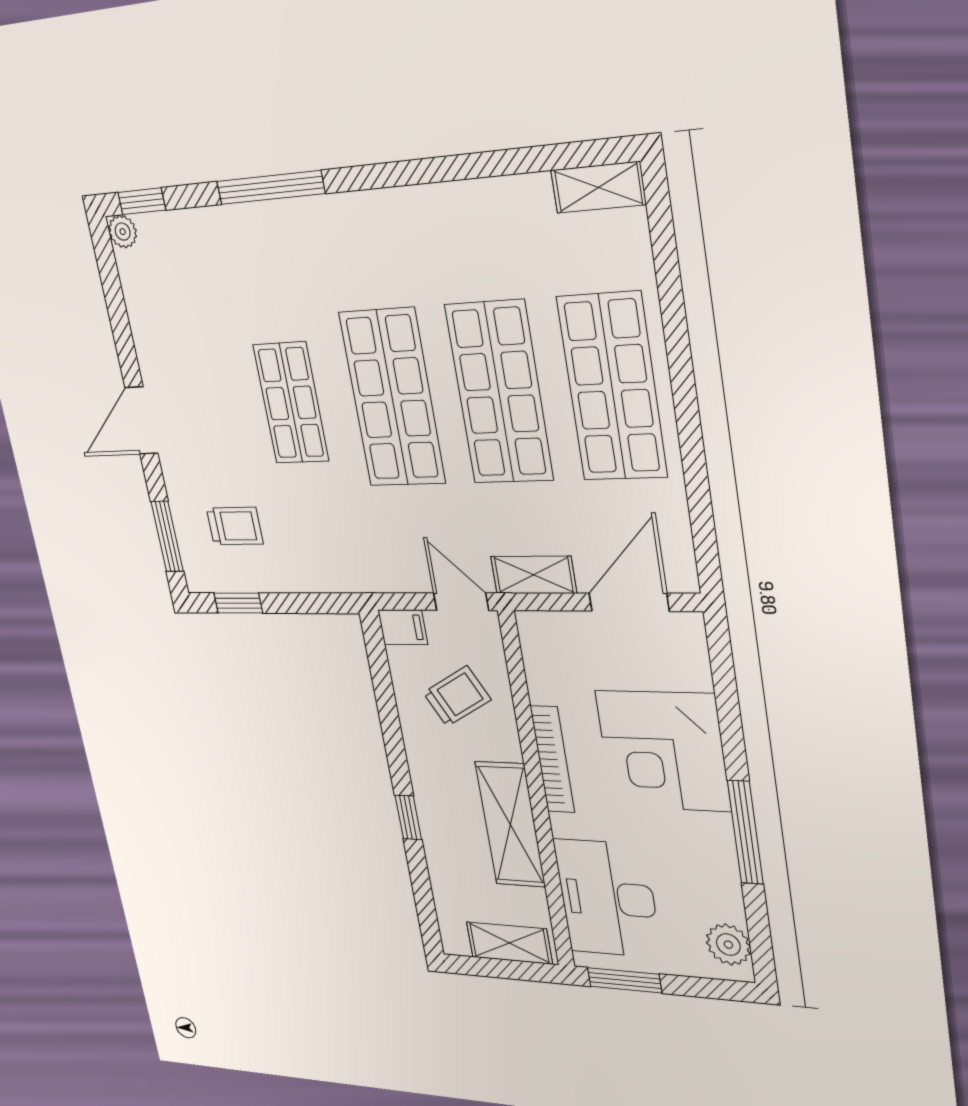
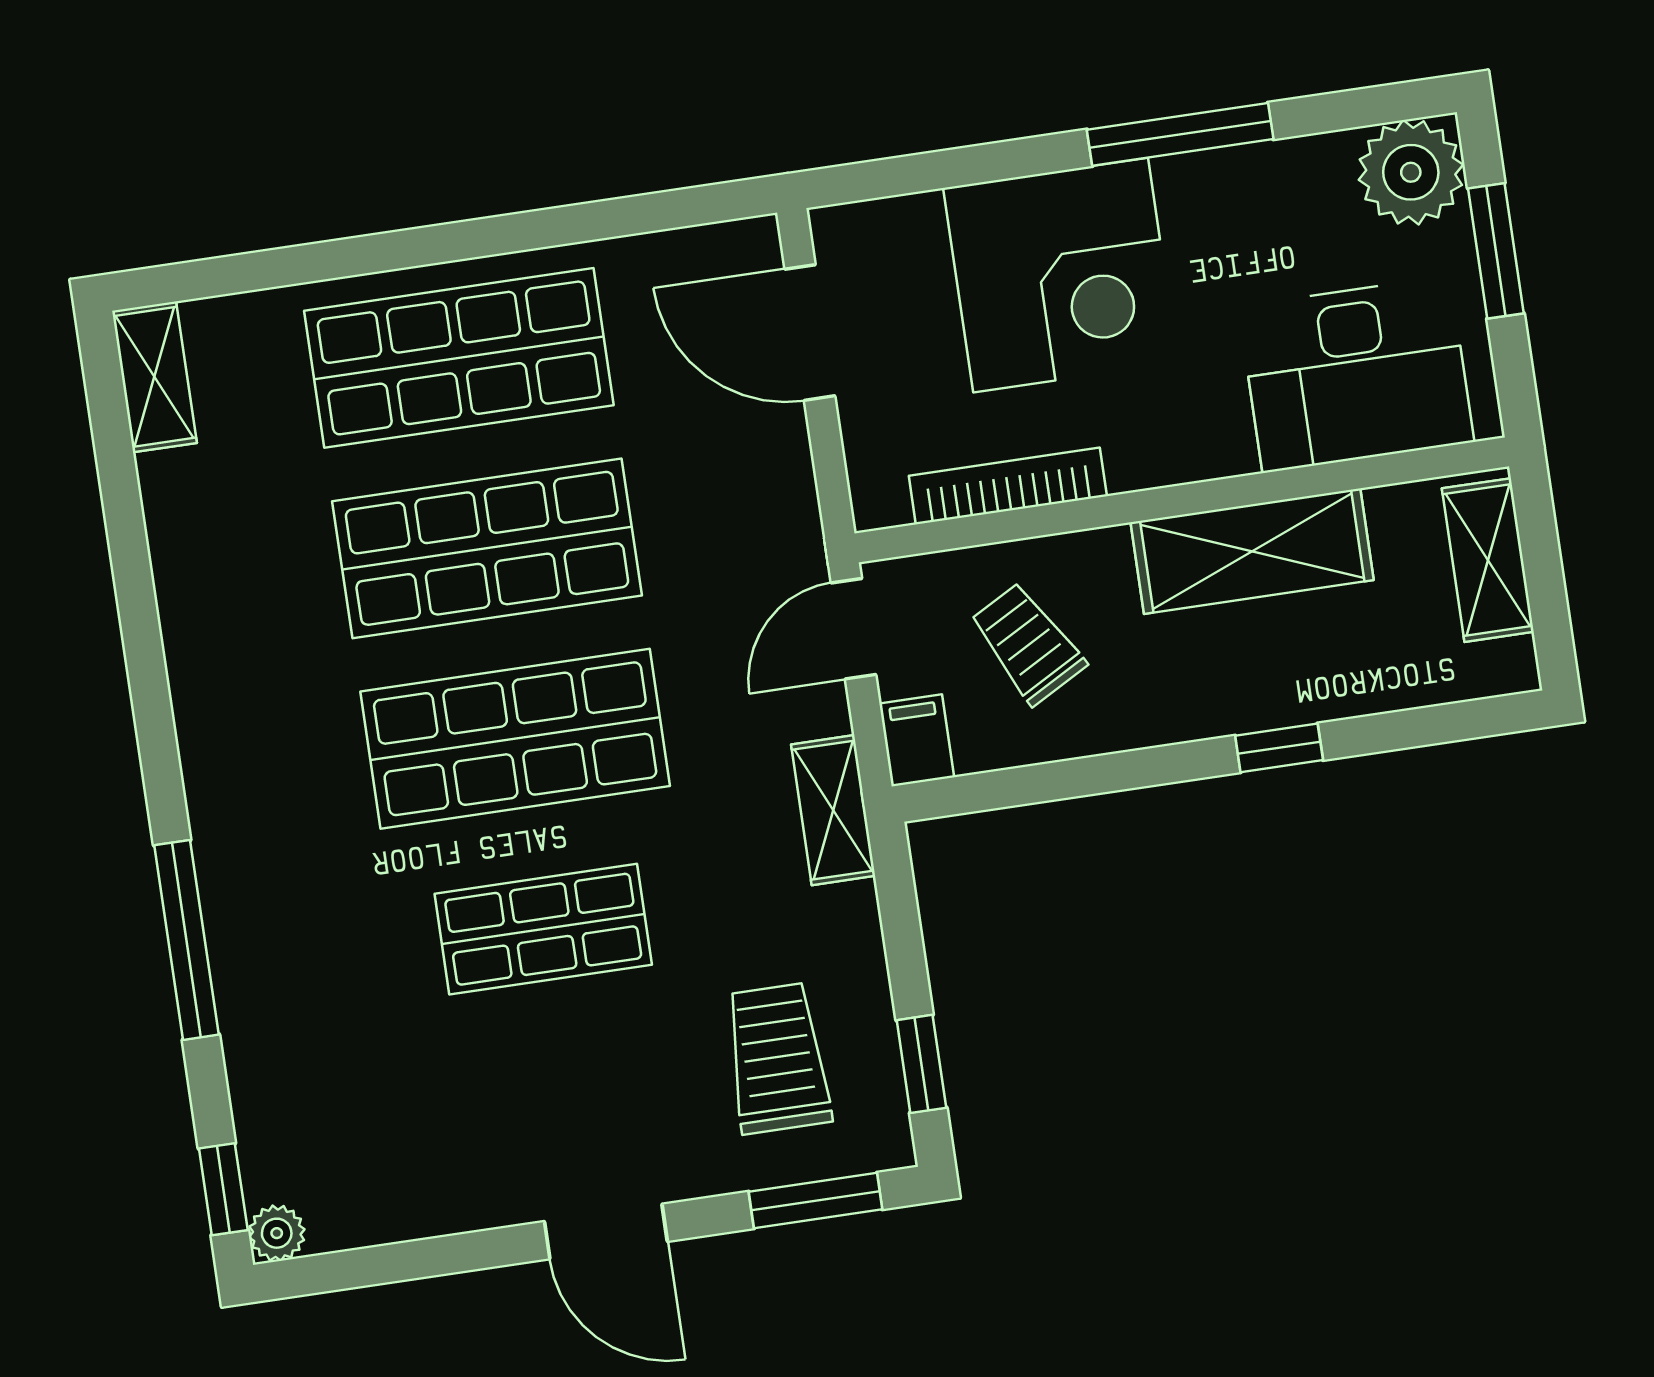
trolley: (235, 526) -> (777, 1058), width x1.36, depth x1.39
shelving: (534, 575) -> (833, 810), moved
bookcase: (552, 759) -> (1008, 486), moved
plant: (728, 945) -> (1411, 172), width x1.36, depth x1.36
window: (625, 980) -> (1496, 251), moved

